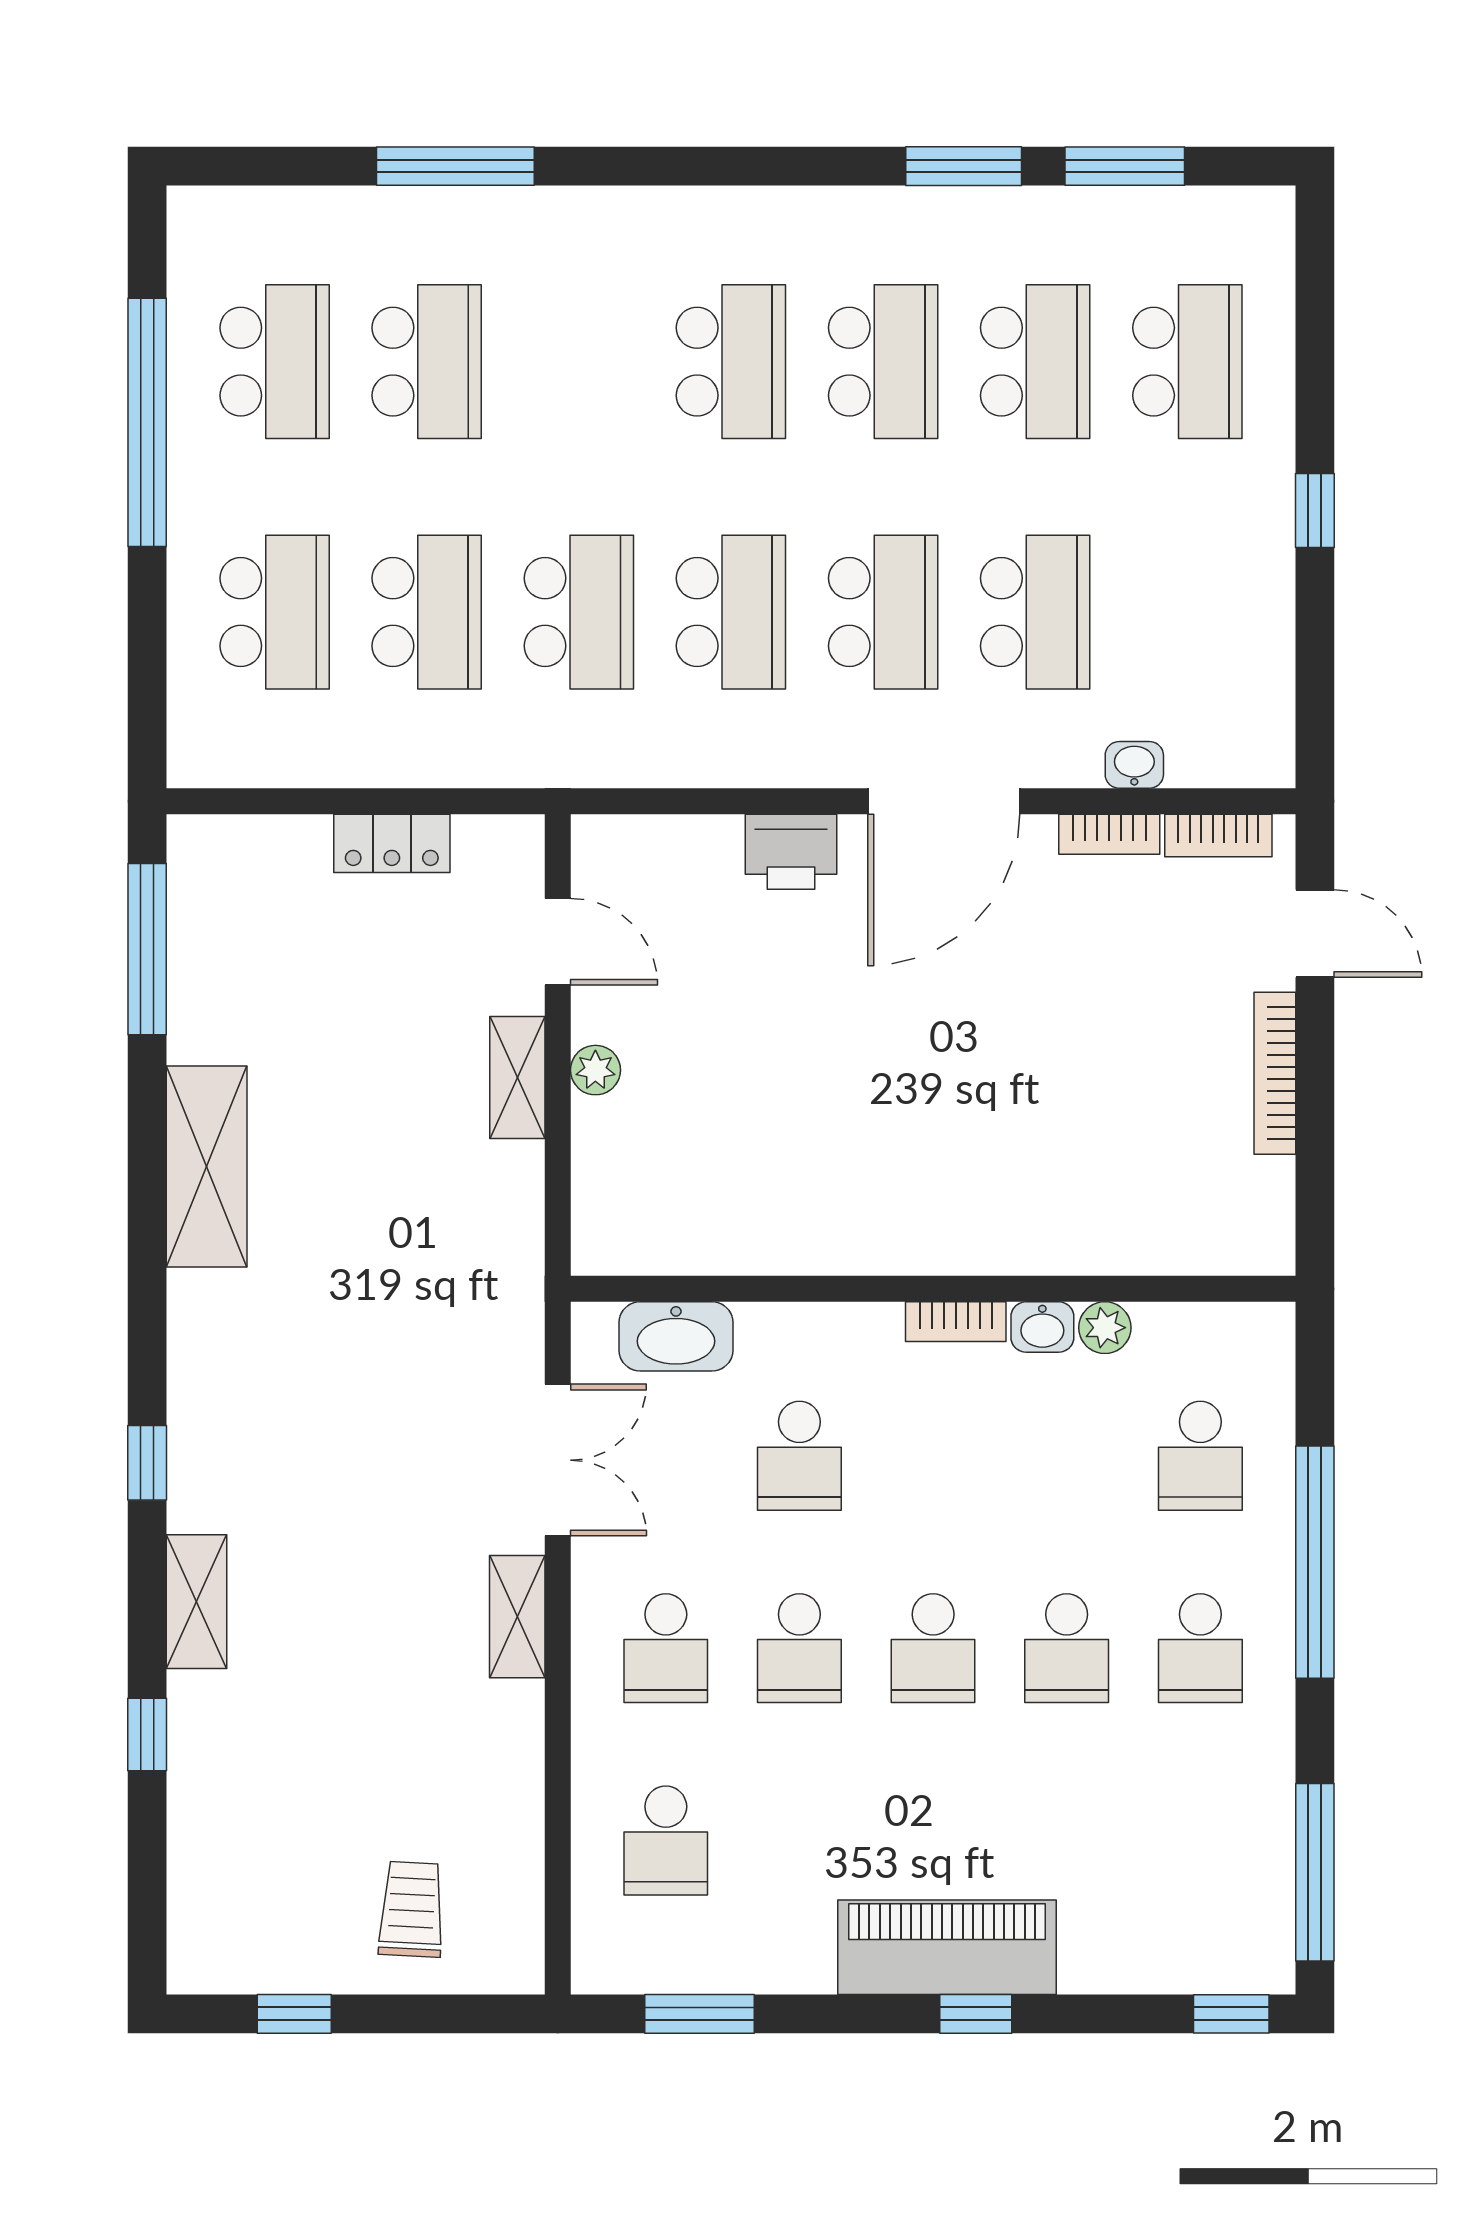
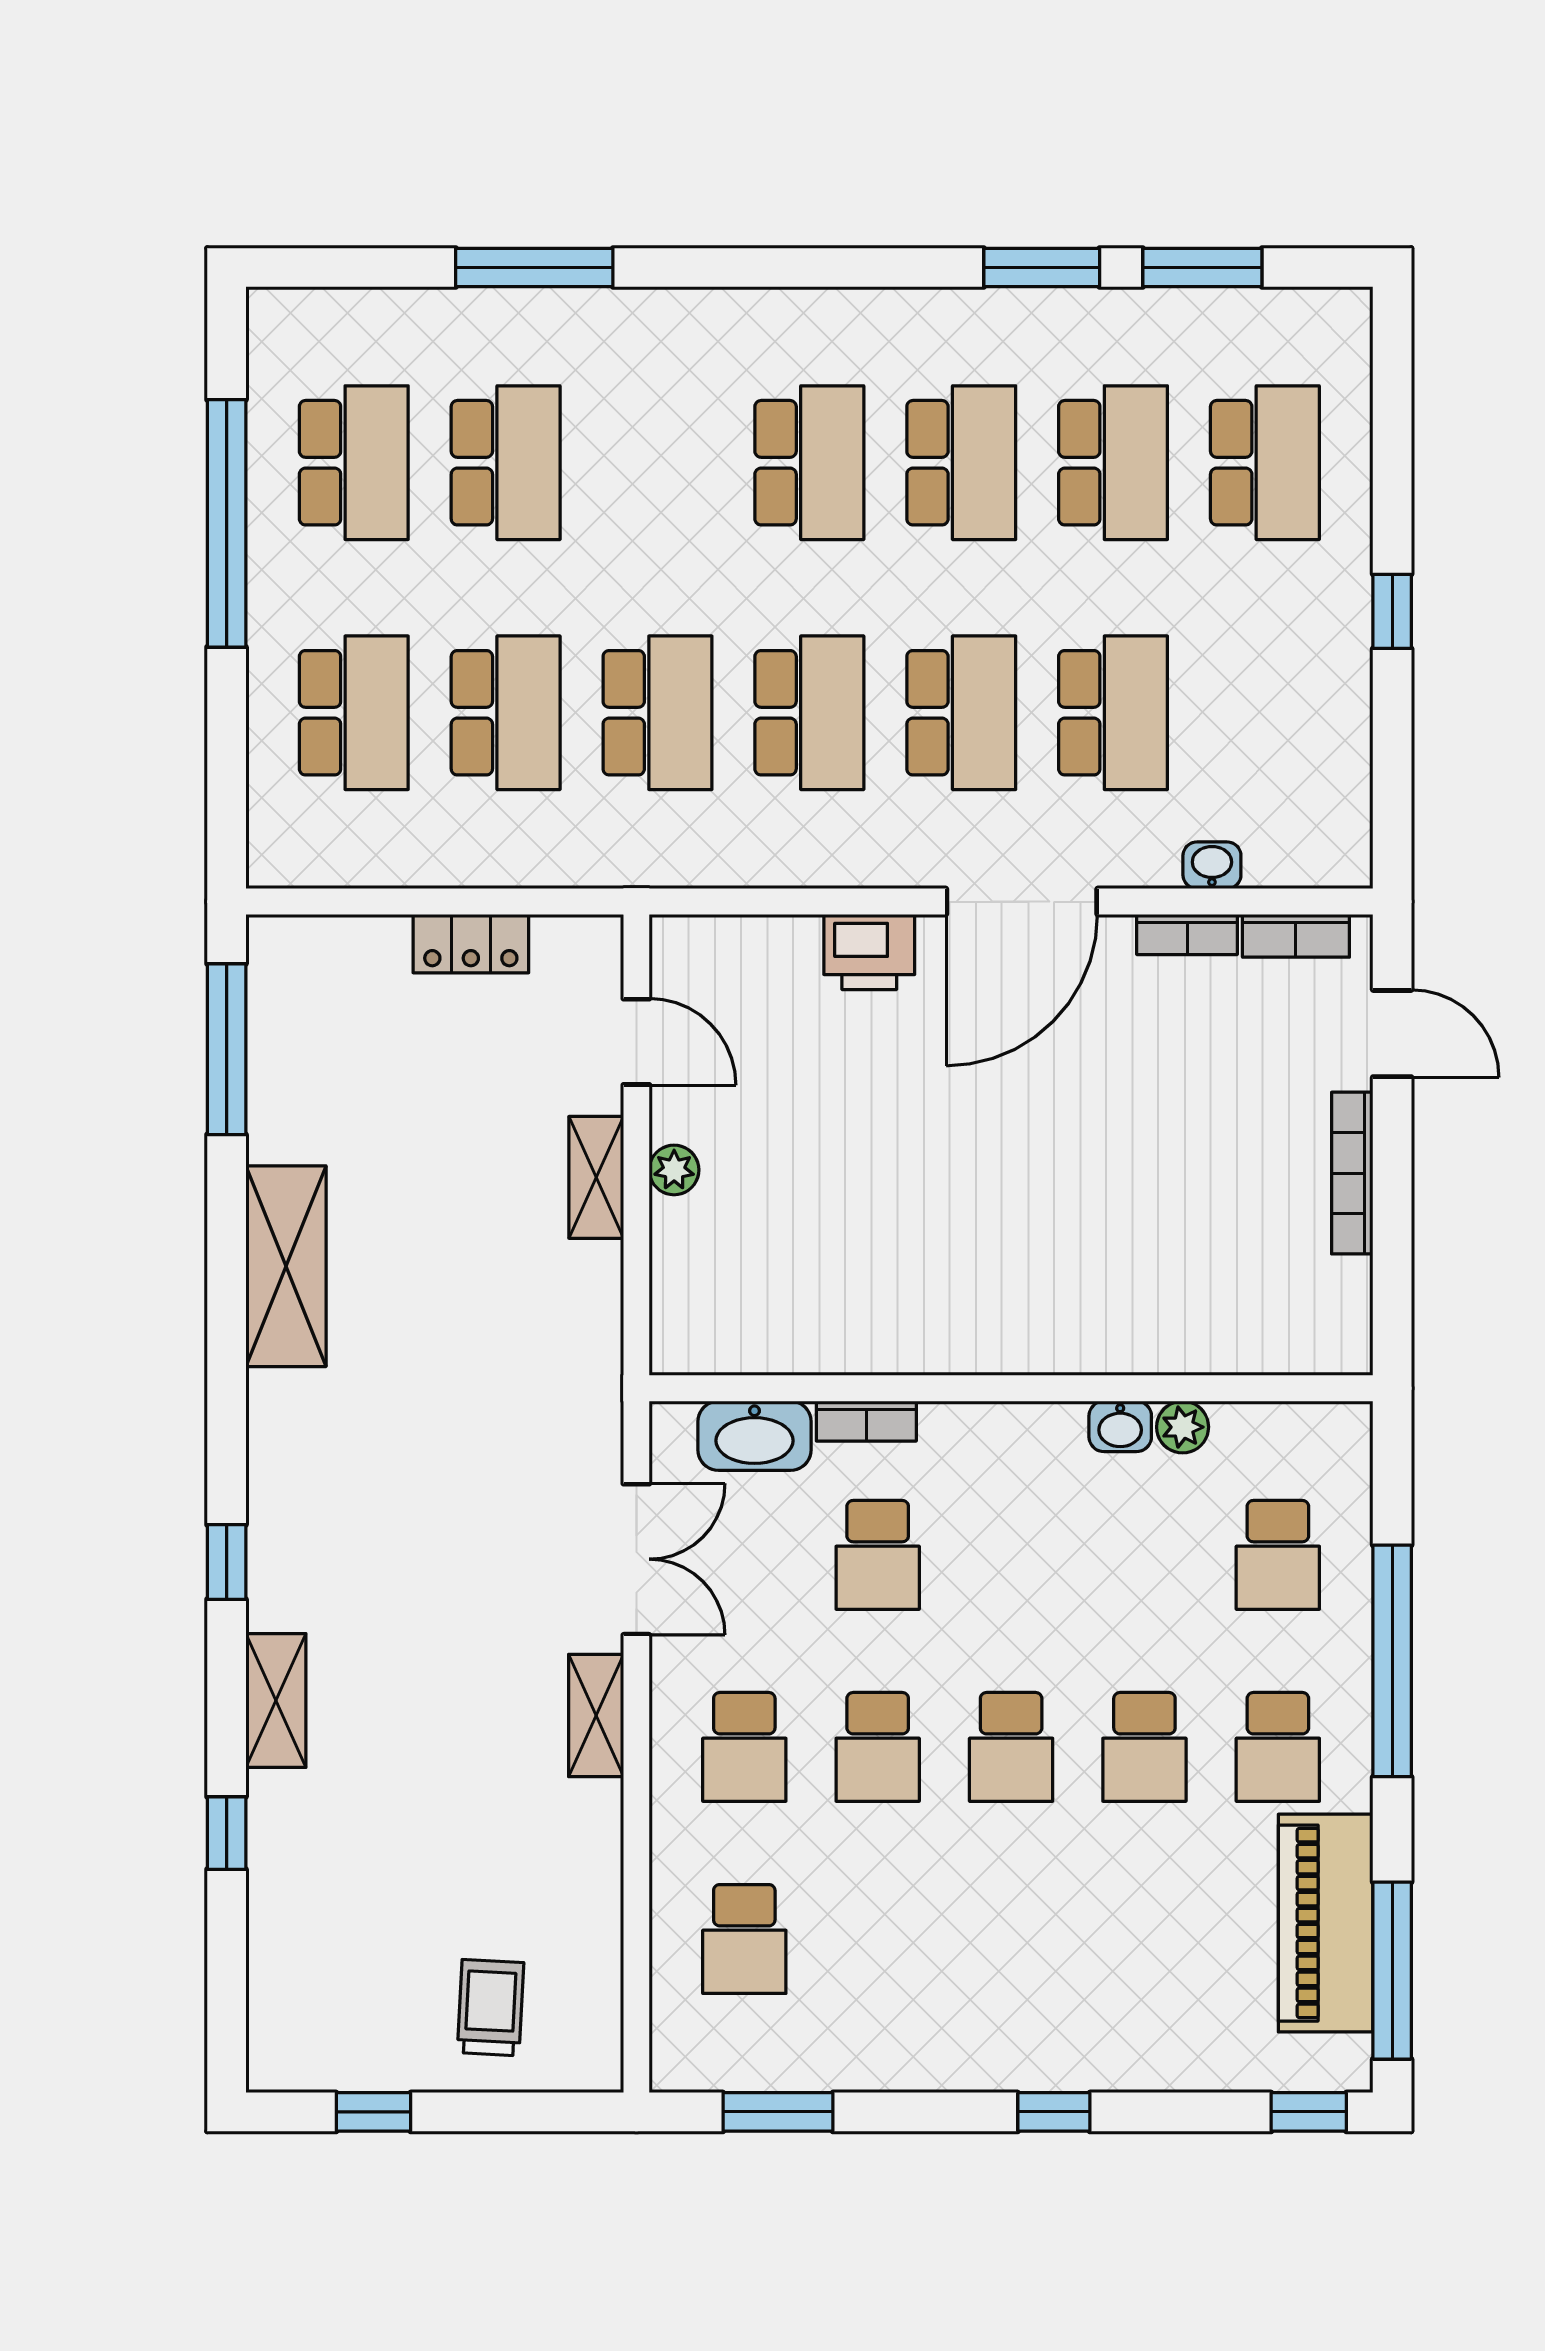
bookcase: (956, 1322) -> (866, 1421), moved
piano: (947, 1947) -> (1326, 1923), moved, turned -90

